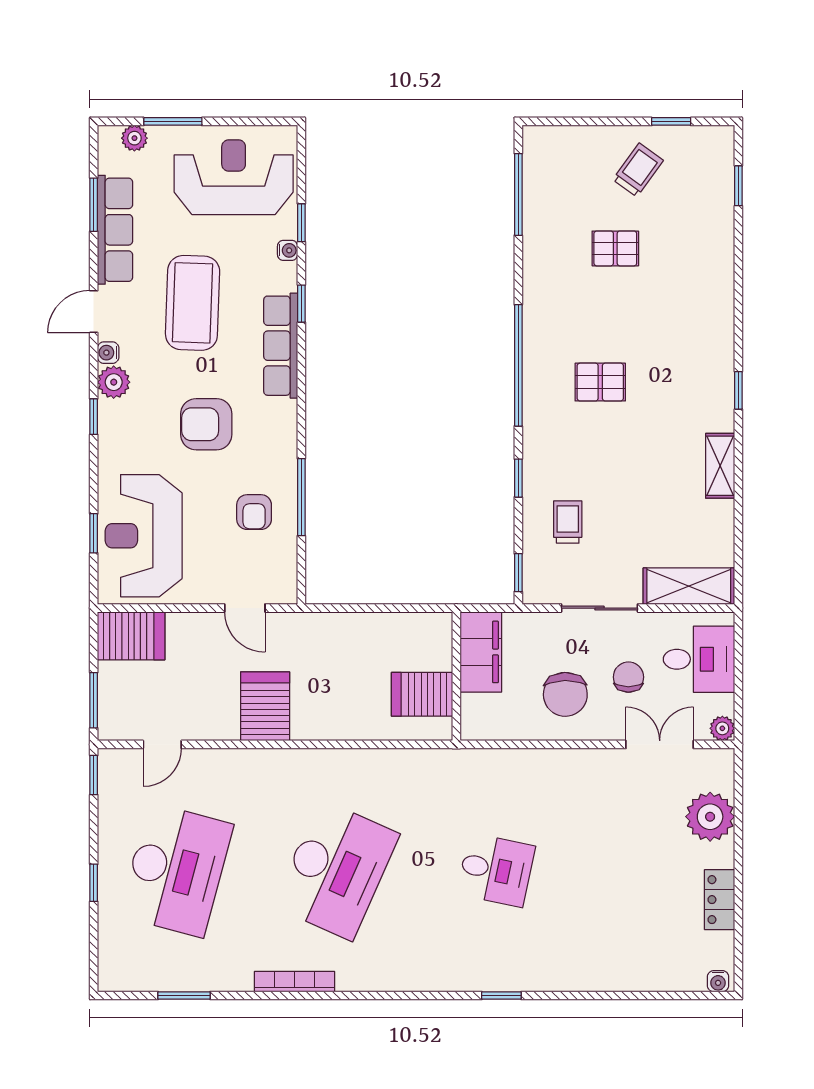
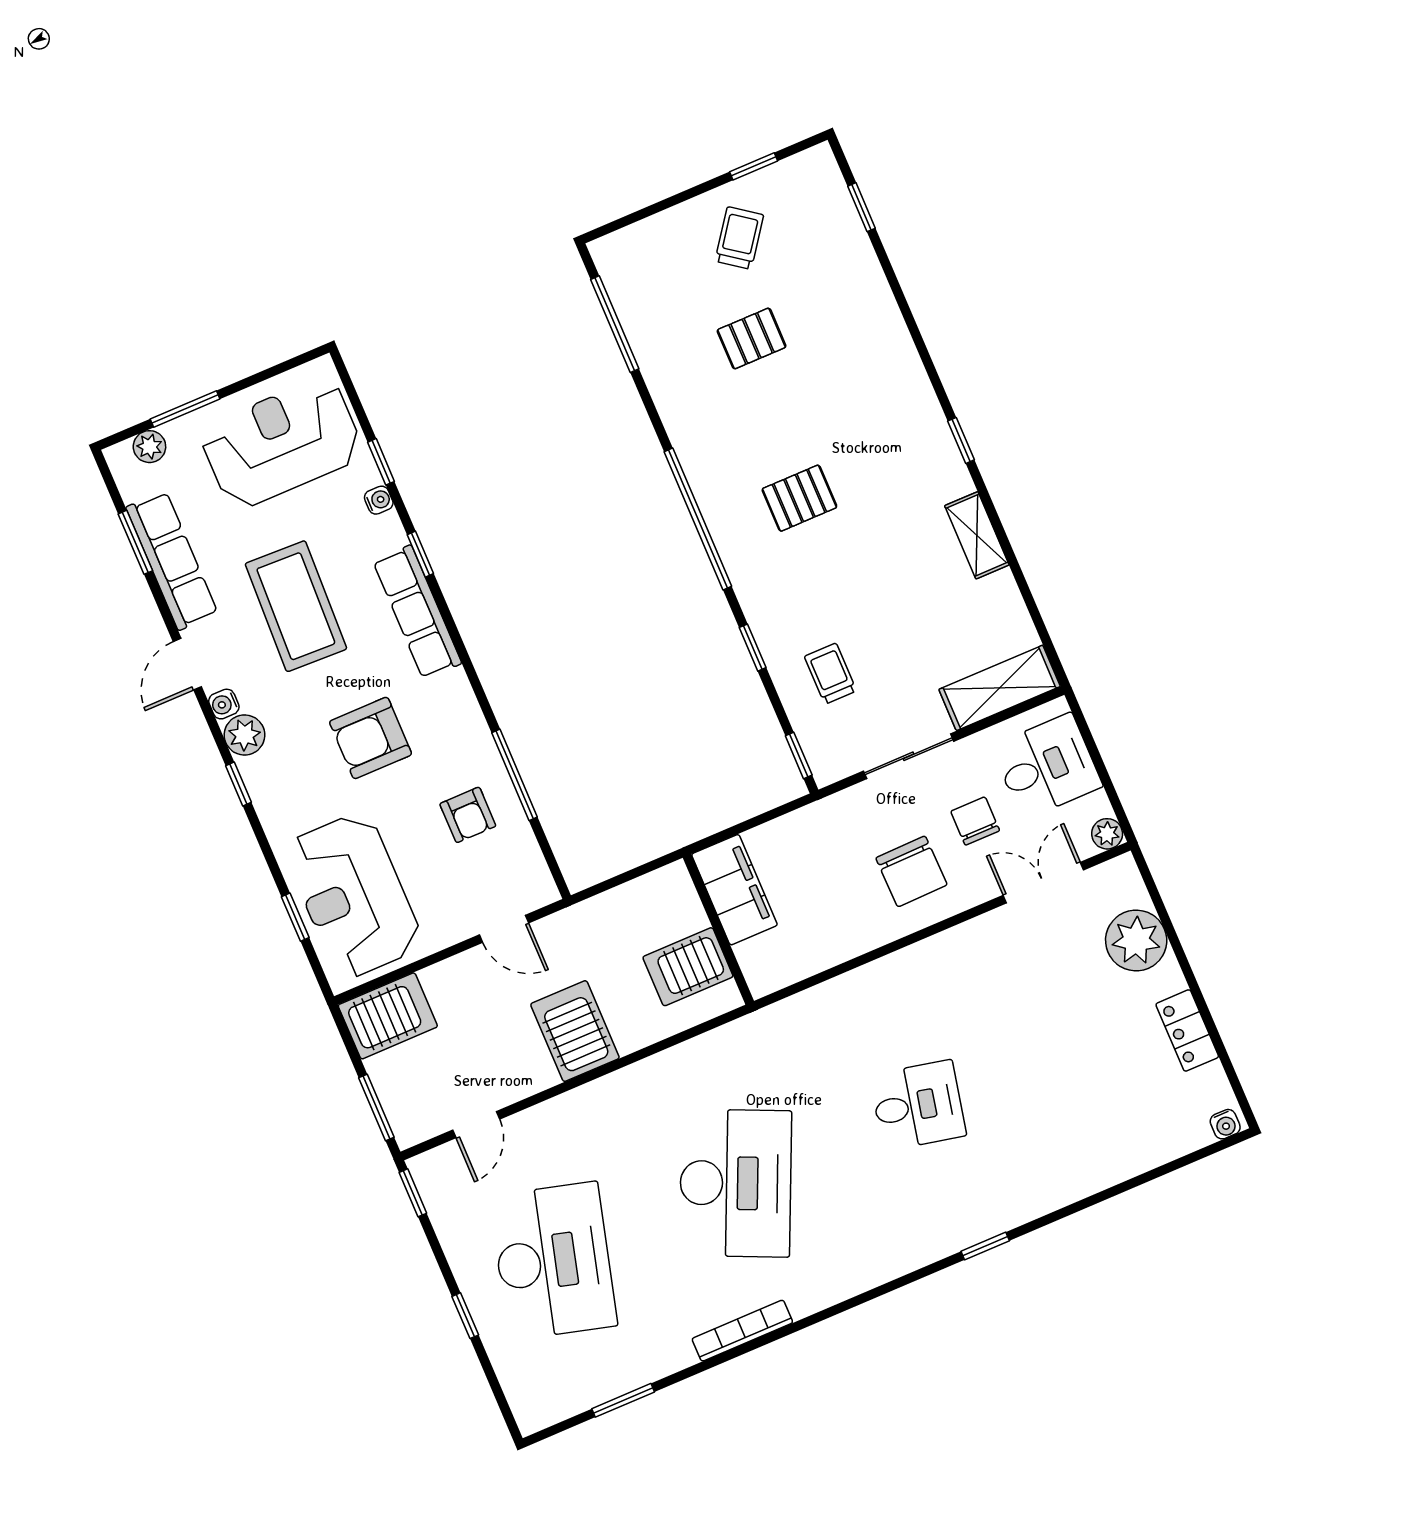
filing cabinet: (481, 652) -> (734, 890), moved
wall: (456, 676) -> (718, 929), moved
server rack: (422, 694) -> (688, 967), moved

